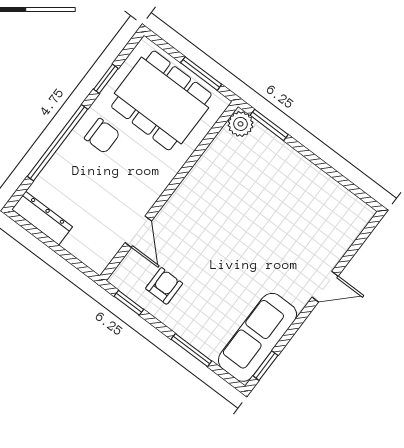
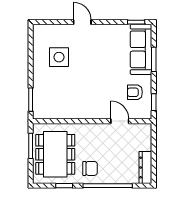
plant: (240, 124) -> (40, 112), removed
chair: (102, 136) -> (90, 168), turned 90
side table: (300, 214) -> (59, 57), added
door: (138, 232) -> (120, 121), hinge flipped
sofa: (257, 337) -> (141, 49), moved, turned 90

